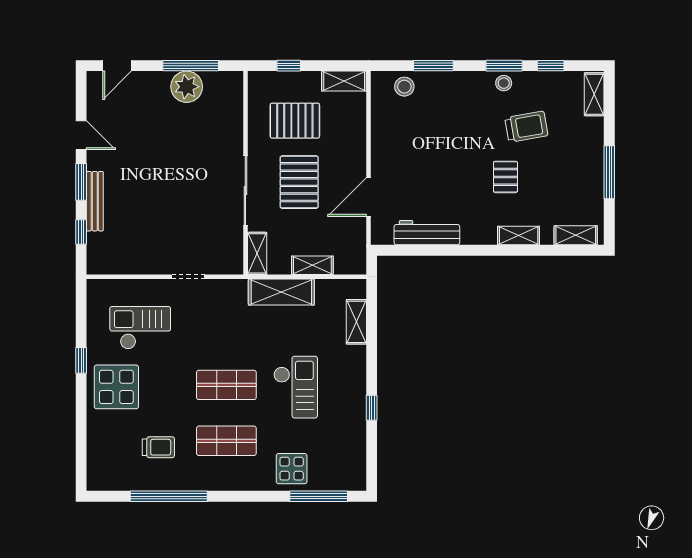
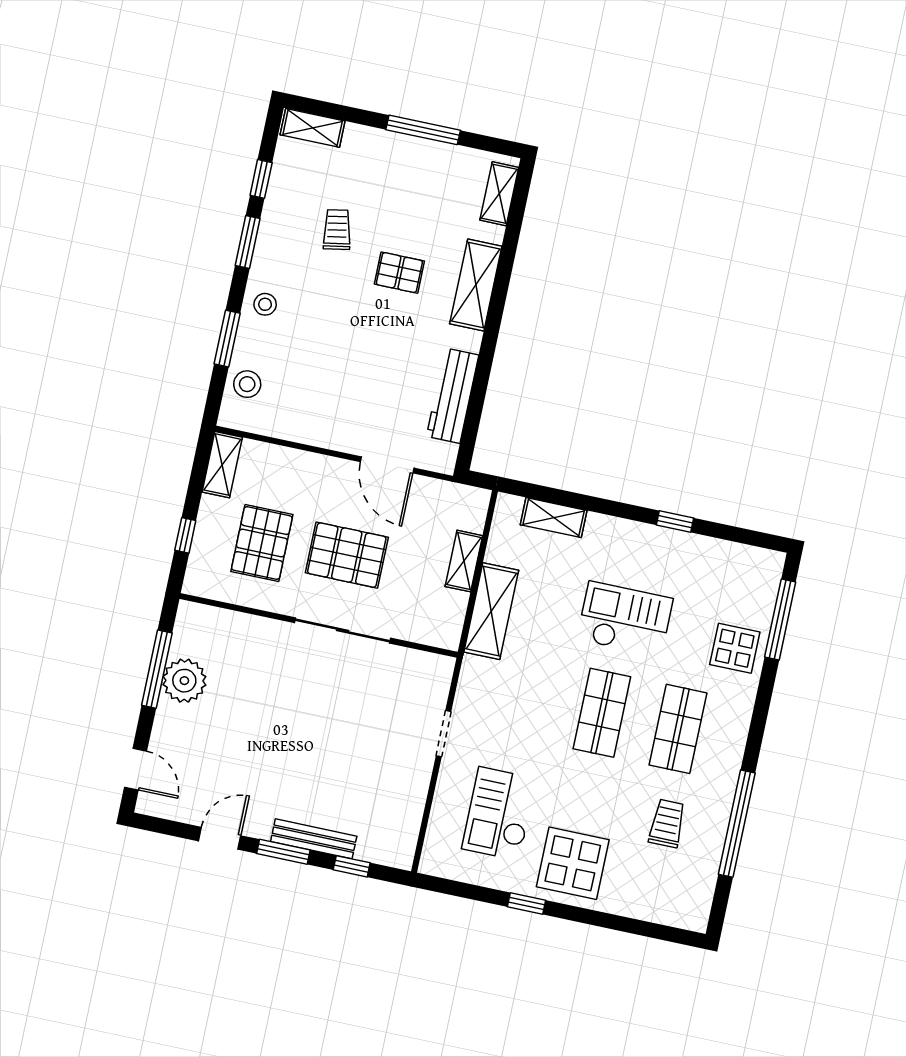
stool: (504, 83) -> (265, 304), moved
trolley: (526, 127) -> (337, 230), width x0.73, depth x0.72
shelving: (519, 236) -> (476, 285), width x1.50, depth x1.33
shelving: (257, 253) -> (432, 633), removed

